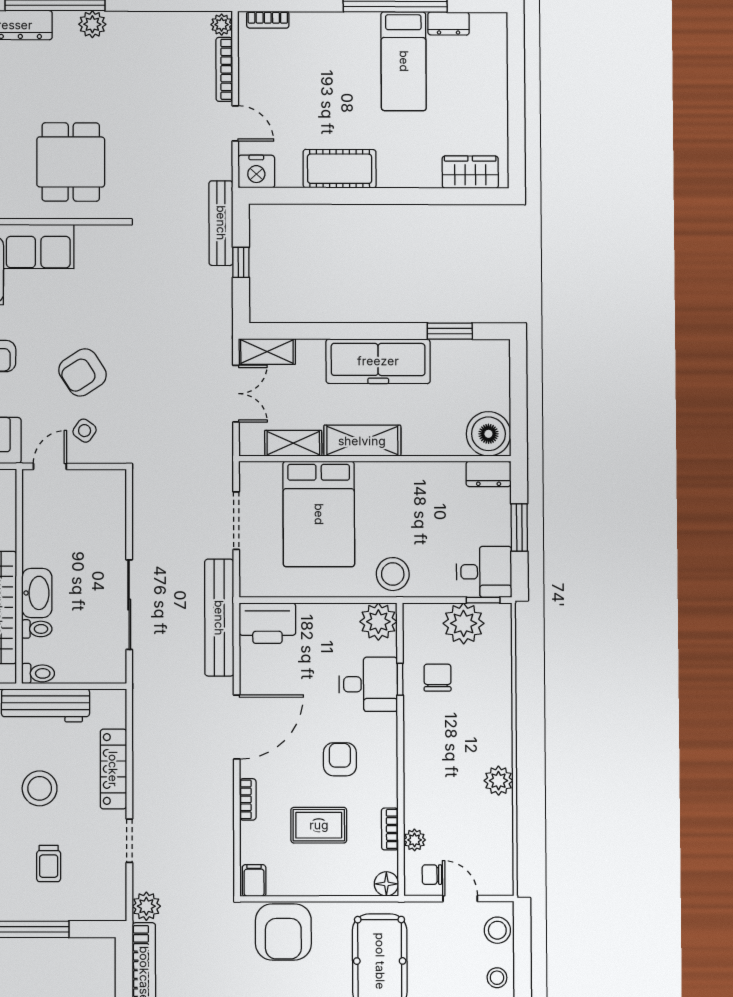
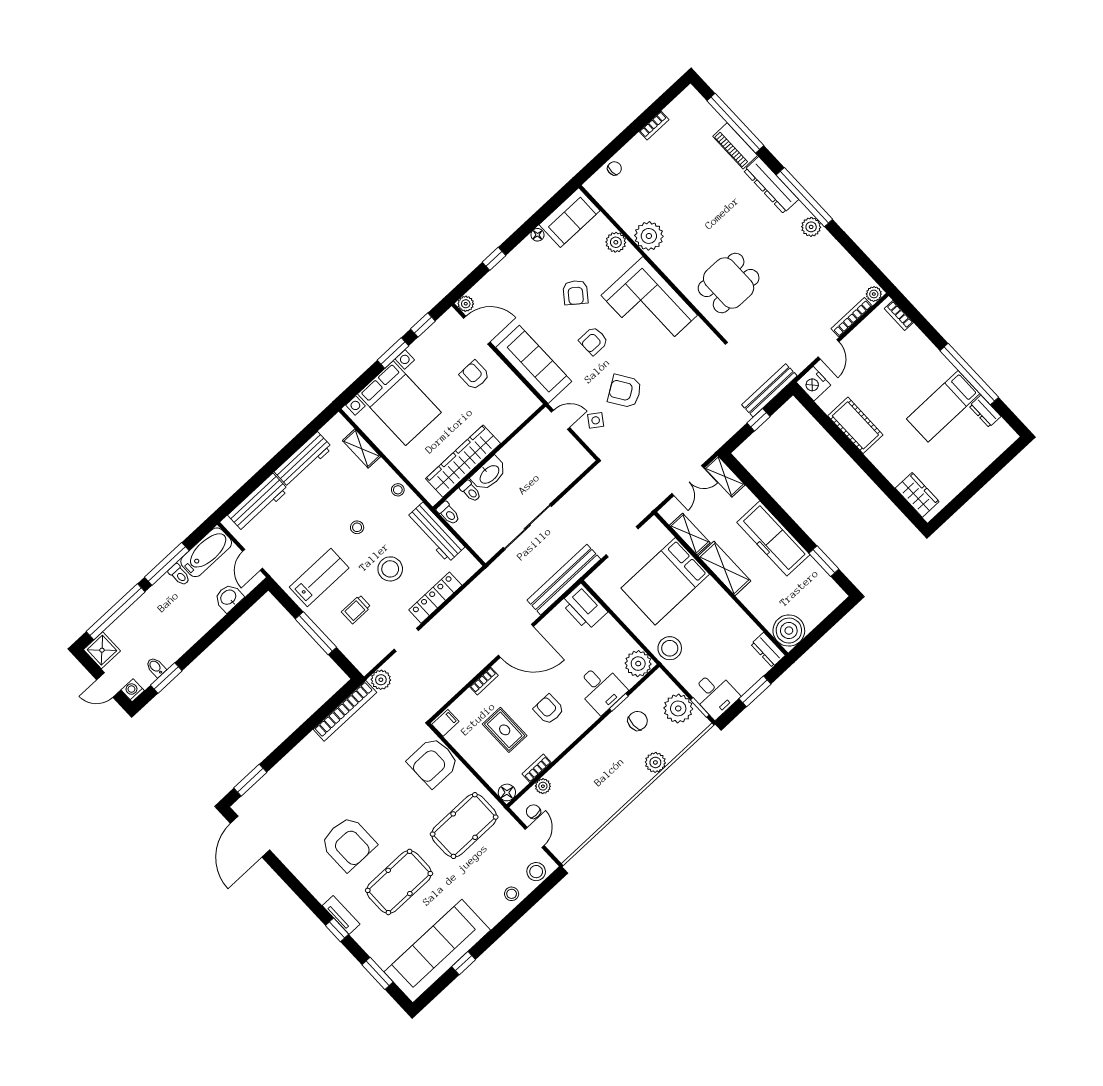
armchair: (340, 759) -> (549, 709), turned -90
plant: (498, 781) -> (655, 762), moved

